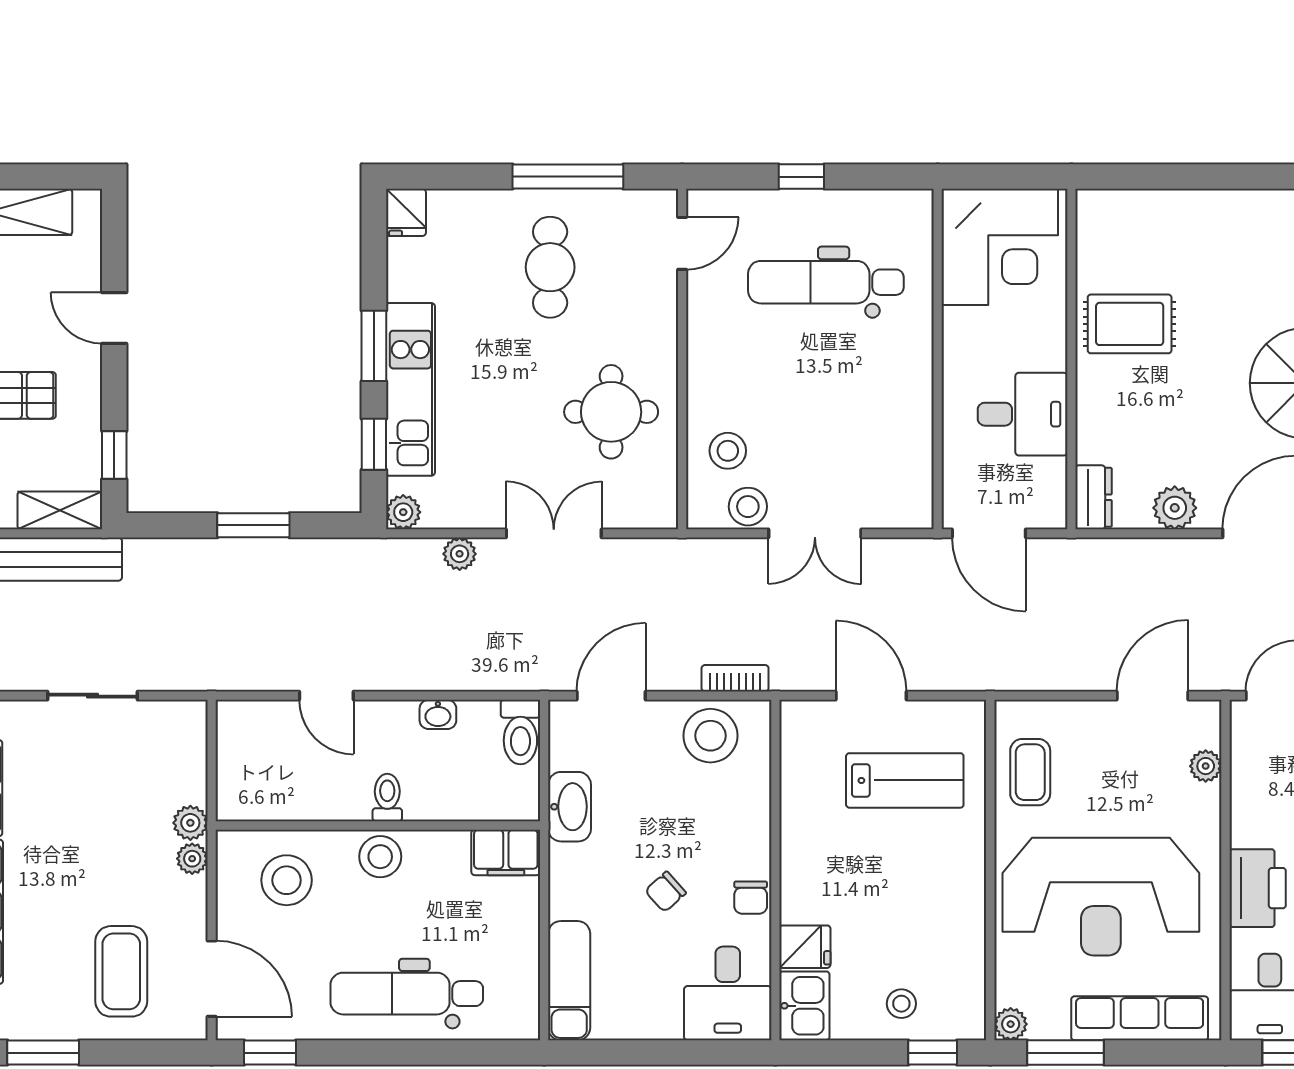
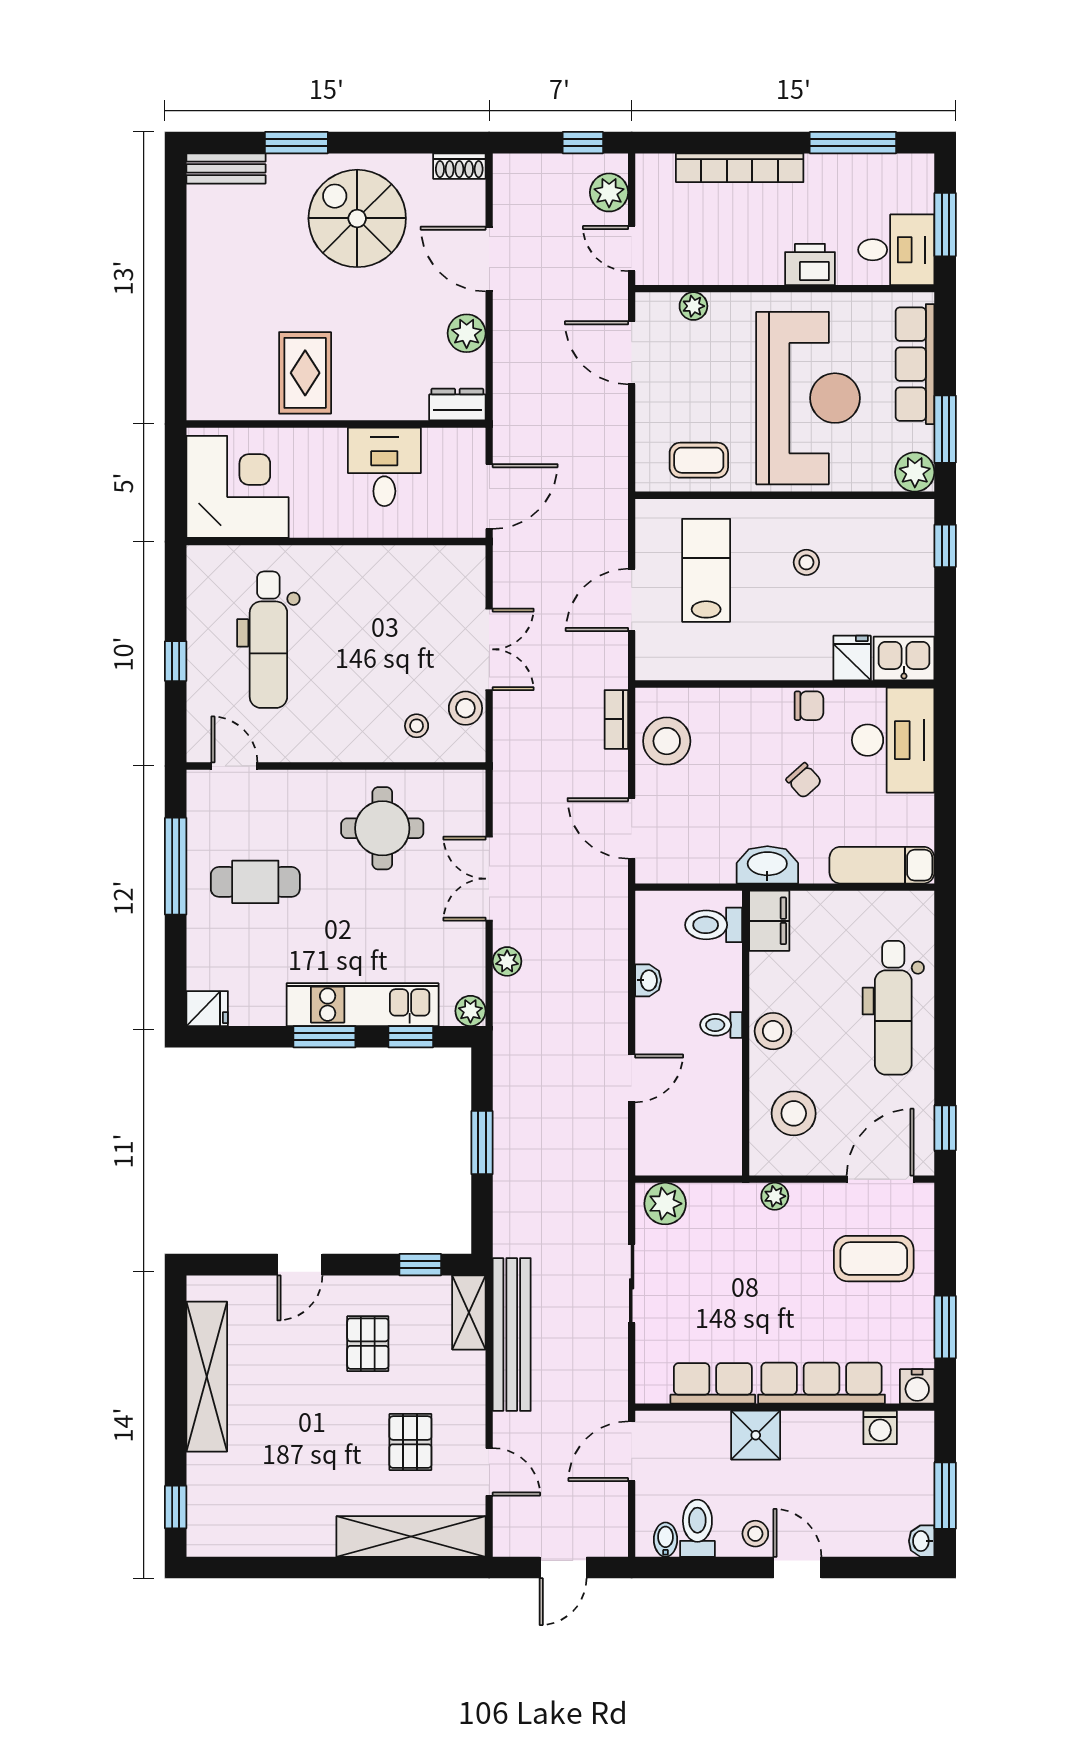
stool: (728, 451) -> (417, 726), width x0.73, depth x0.73
toilet: (520, 732) -> (714, 925), moved, turned 180
washbasin: (570, 807) -> (767, 865), moved
plant: (190, 823) -> (665, 1204), moved, width x1.38, depth x1.38
printer: (1258, 888) -> (810, 264), width x0.73, depth x0.84
desk: (728, 993) -> (893, 740), width x1.37
stool: (901, 1004) -> (806, 562), moved
plant: (1011, 1024) -> (915, 472), width x1.38, depth x1.38

